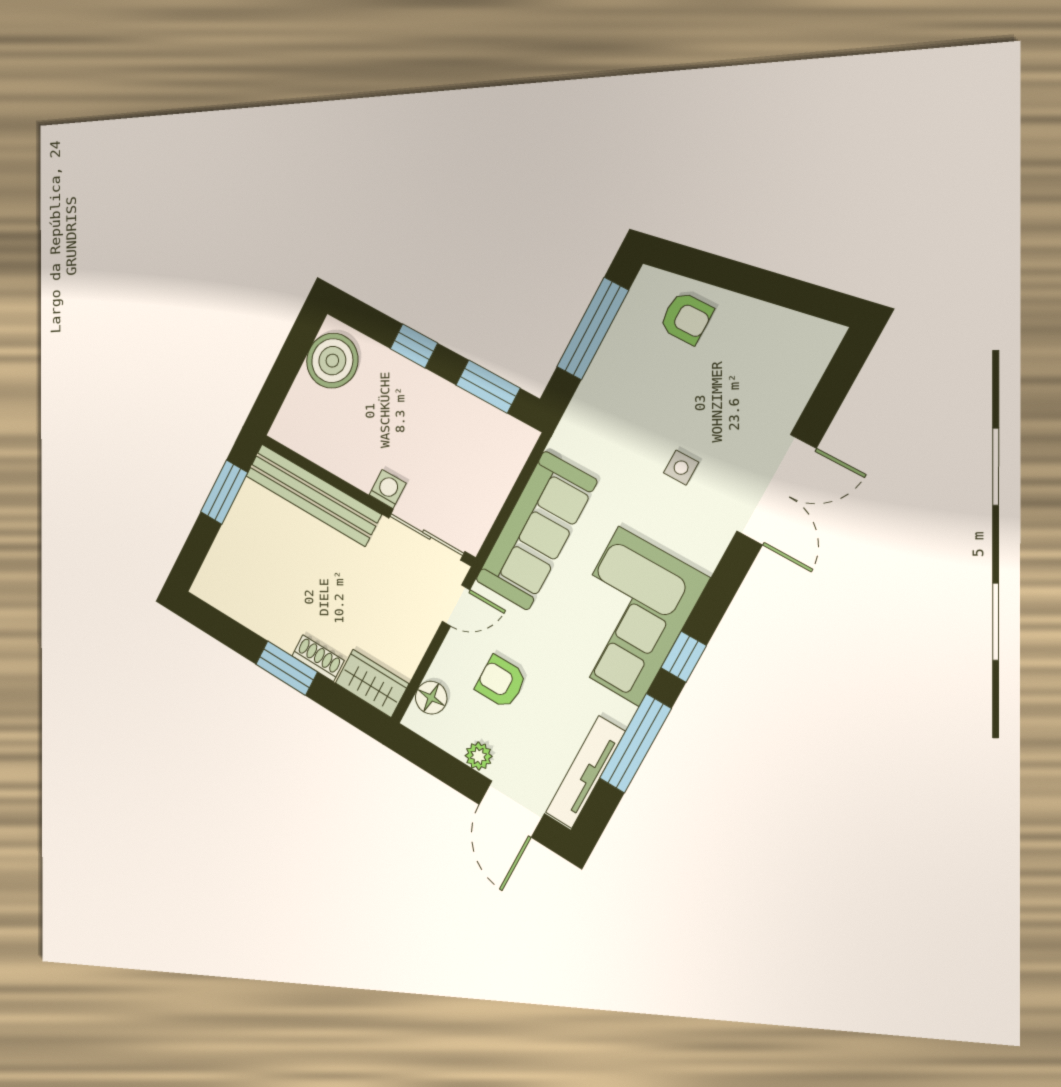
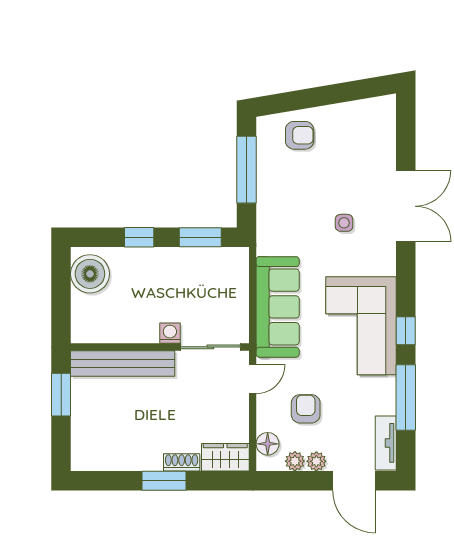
armchair: (501, 682) -> (306, 409), turned 90
plant: (452, 740) -> (295, 461), added
tv unit: (585, 772) -> (386, 443), width x0.71

